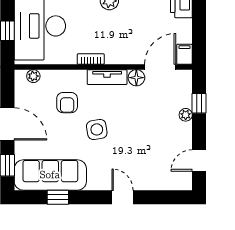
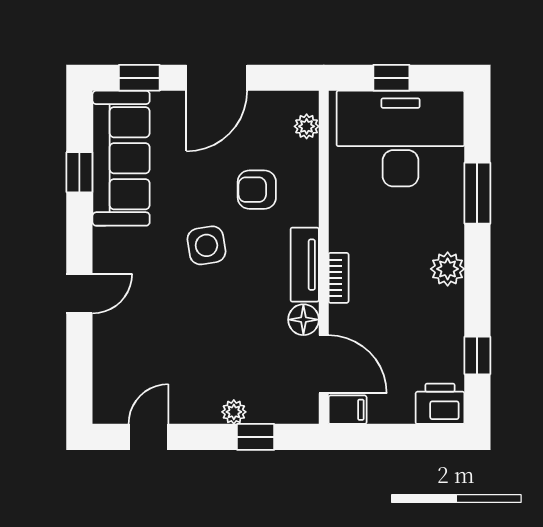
bookcase: (91, 59) -> (339, 278), moved
door: (199, 160) -> (148, 437), hinge flipped

